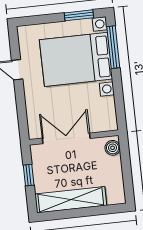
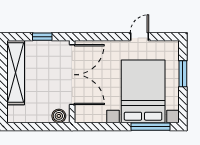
window: (79, 15) -> (183, 74), moved
double door: (66, 138) -> (72, 75), width x1.36

